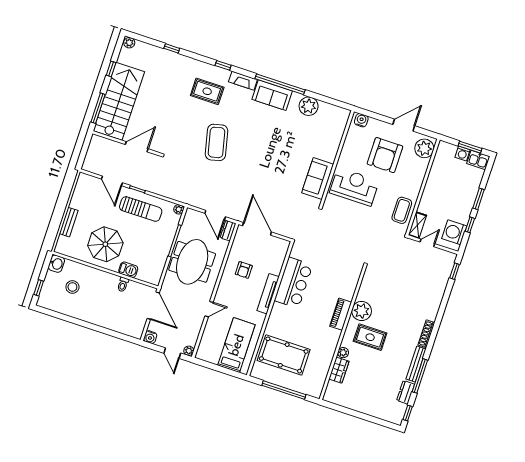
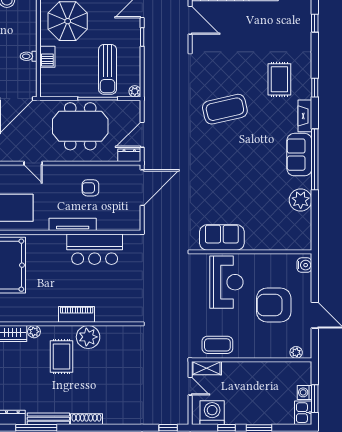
plant: (424, 148) -> (296, 352), width x0.53, depth x0.53
sun lounger: (141, 209) -> (108, 69), moved

